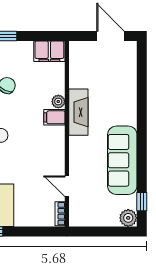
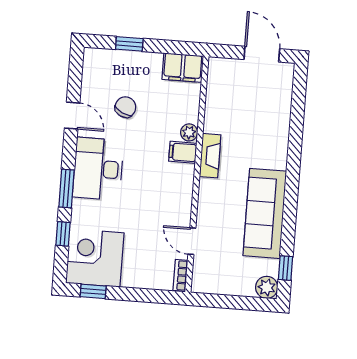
fireplace: (78, 112) -> (210, 156), width x0.73, depth x0.76

